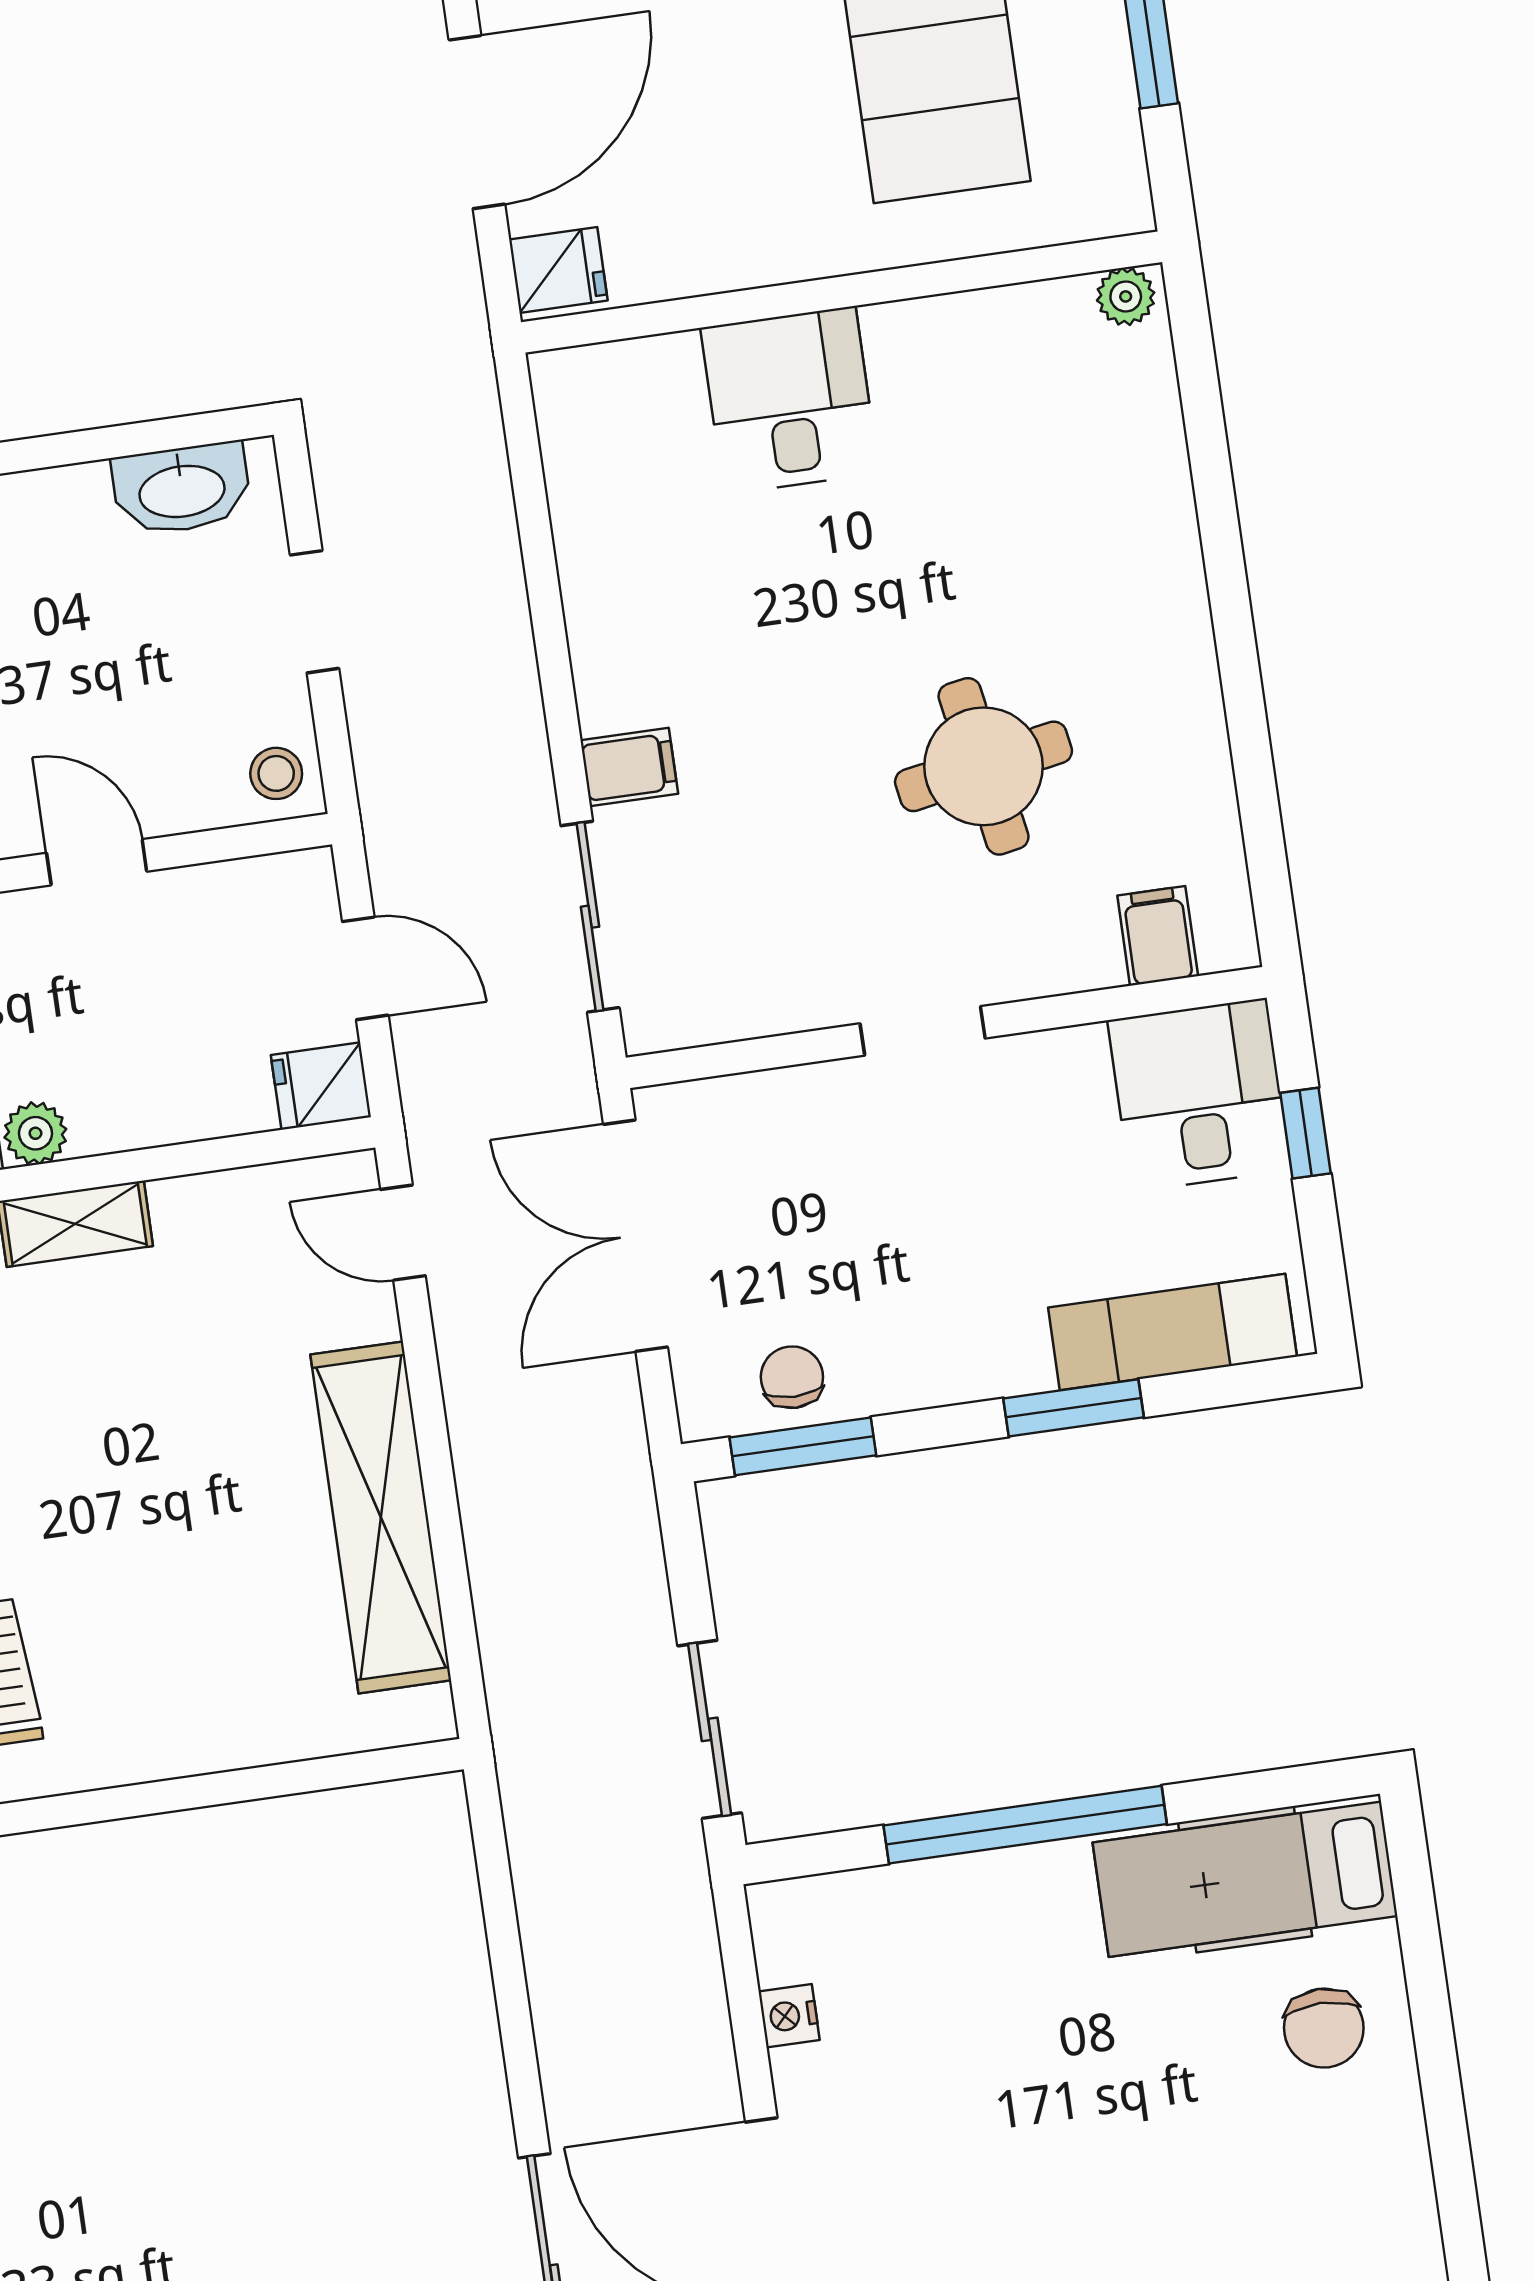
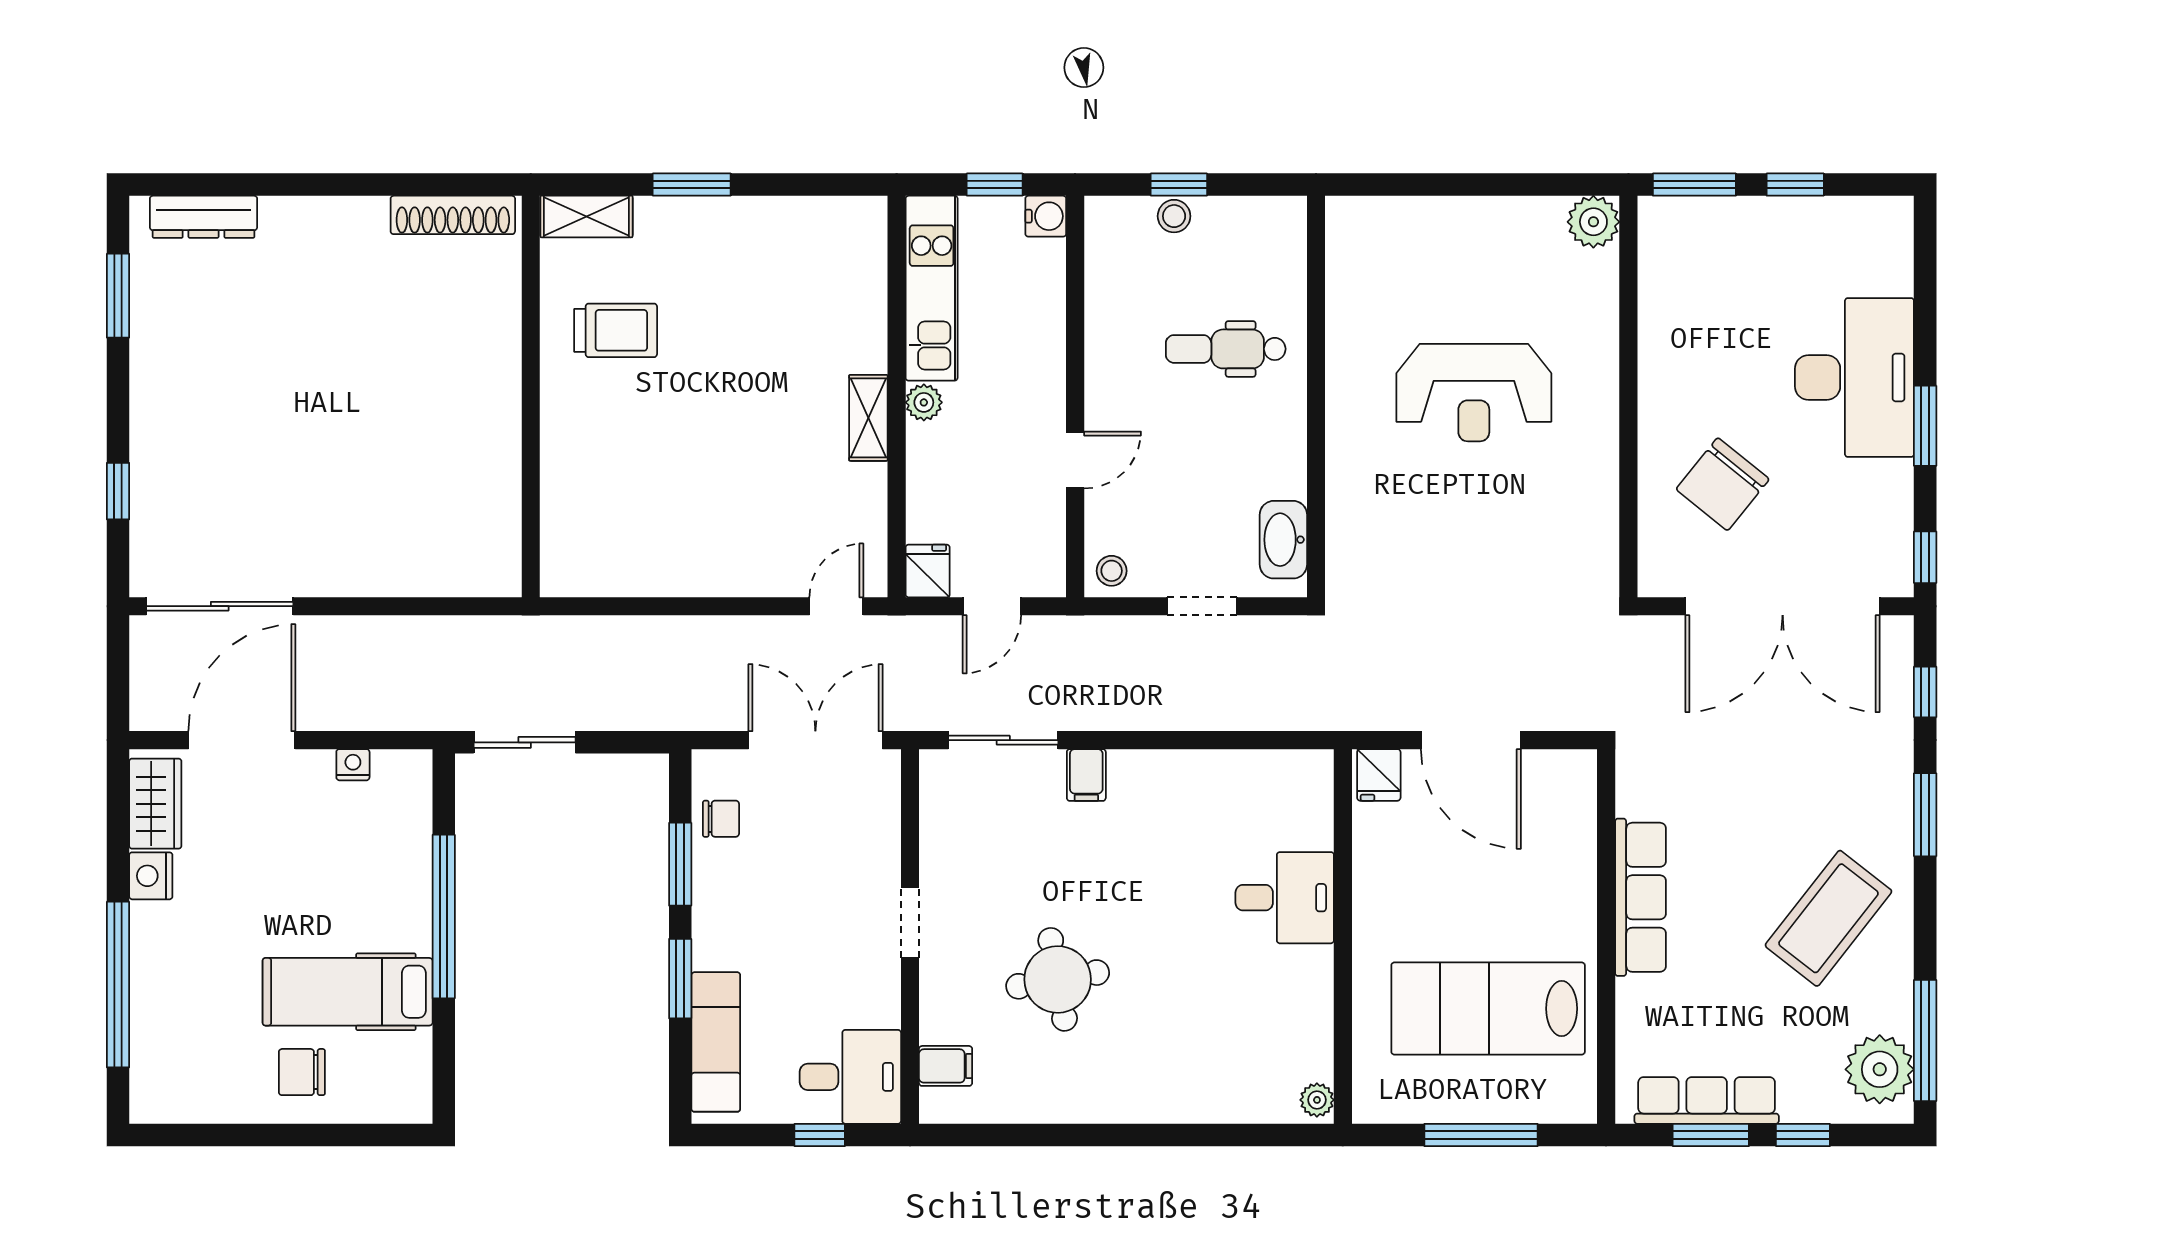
window: (803, 1446) -> (680, 864), moved
shelving: (381, 1517) -> (674, 570), removed
hospital bed: (1245, 1879) -> (348, 992), moved, turned -90

